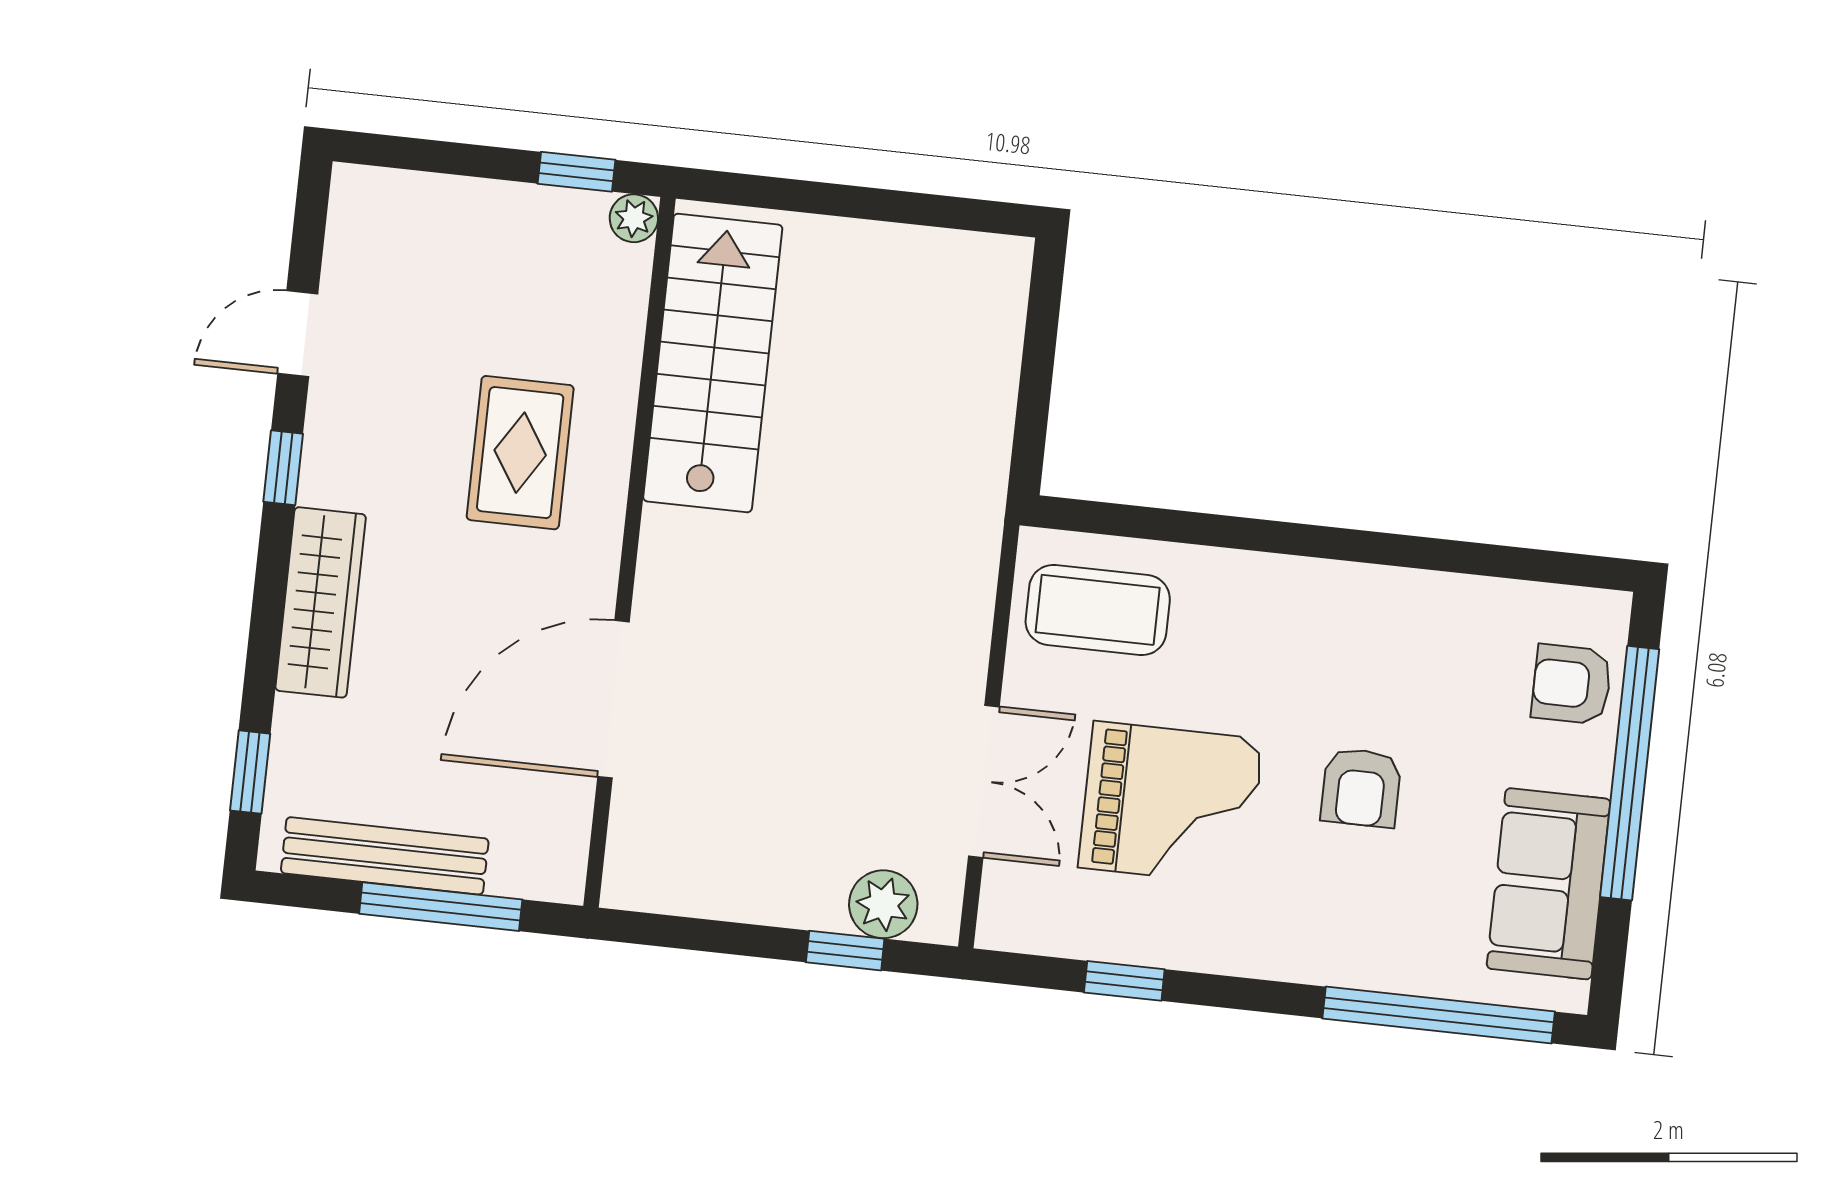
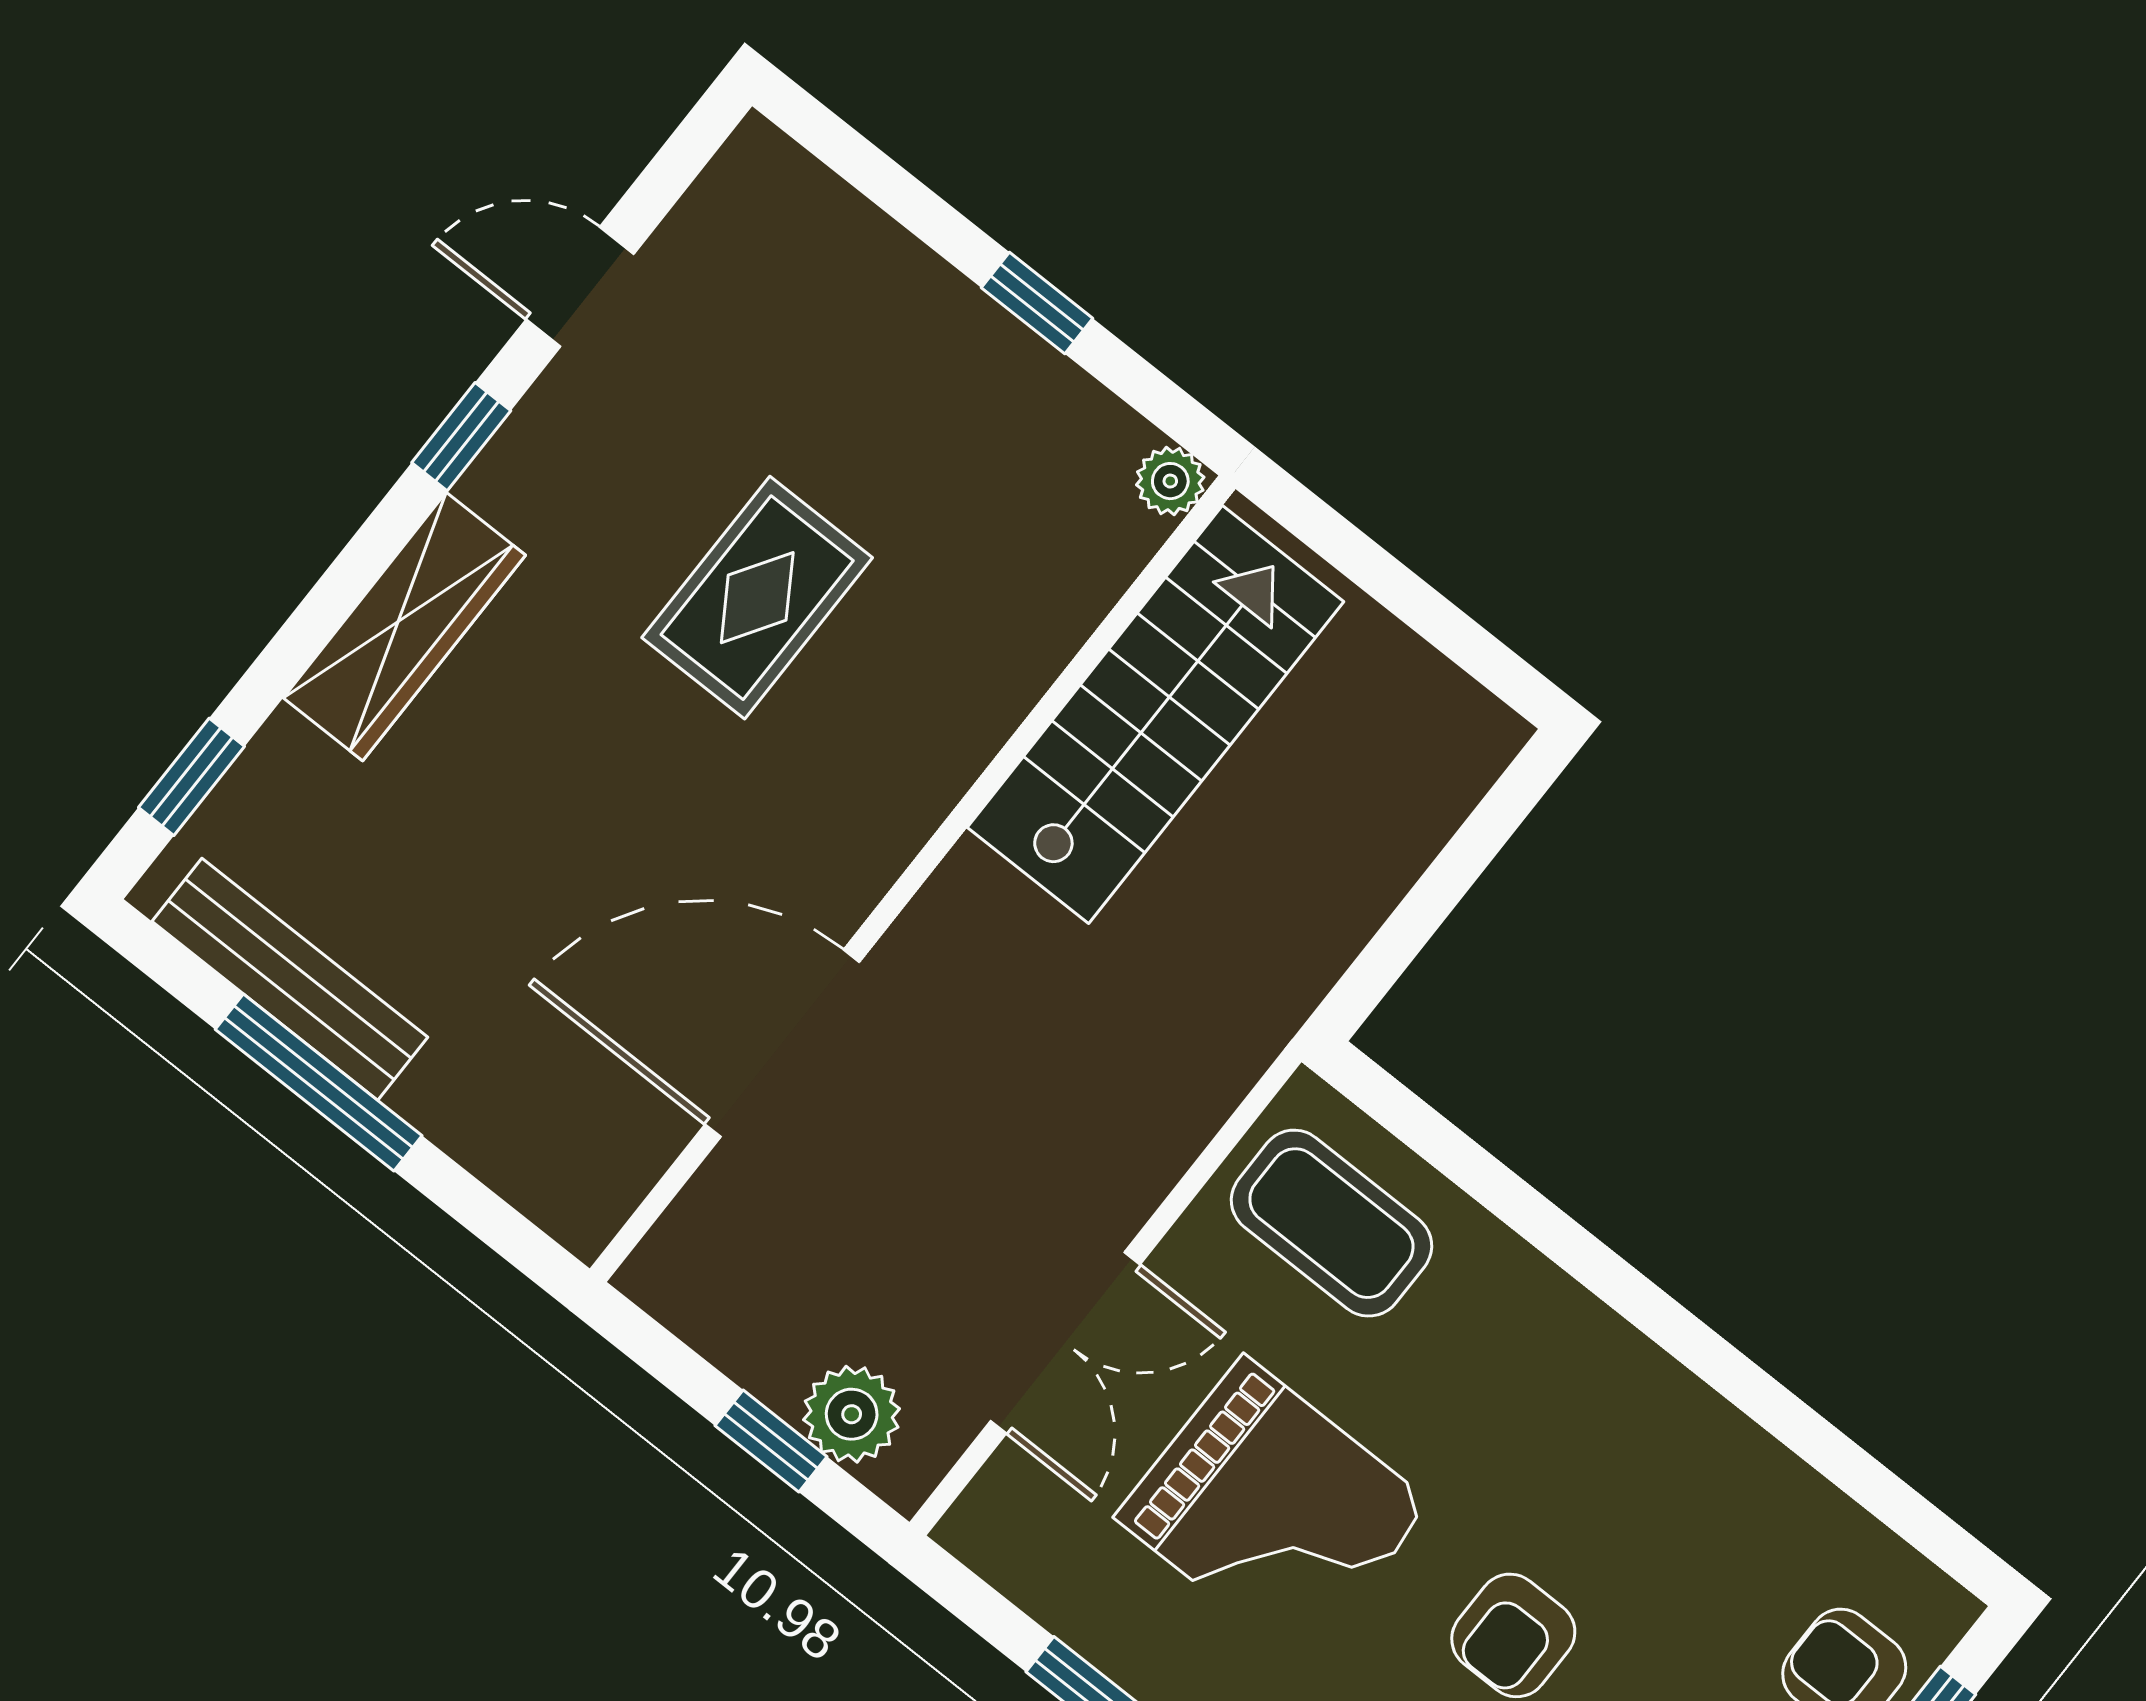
plant: (634, 218) -> (1170, 481), moved
stairs: (713, 363) -> (1156, 714), moved
wall: (629, 552) -> (913, 879), moved
door: (613, 699) -> (782, 1043), moved

